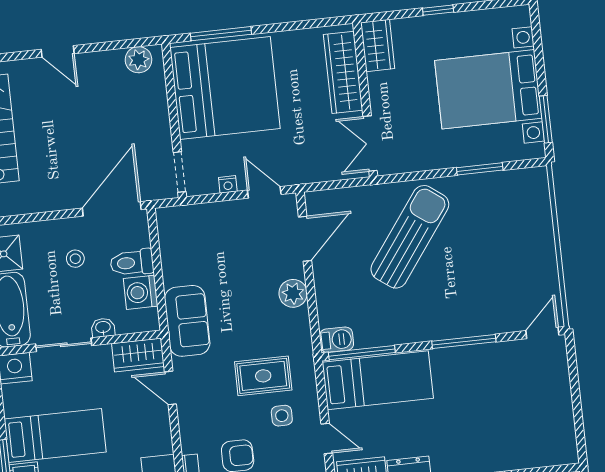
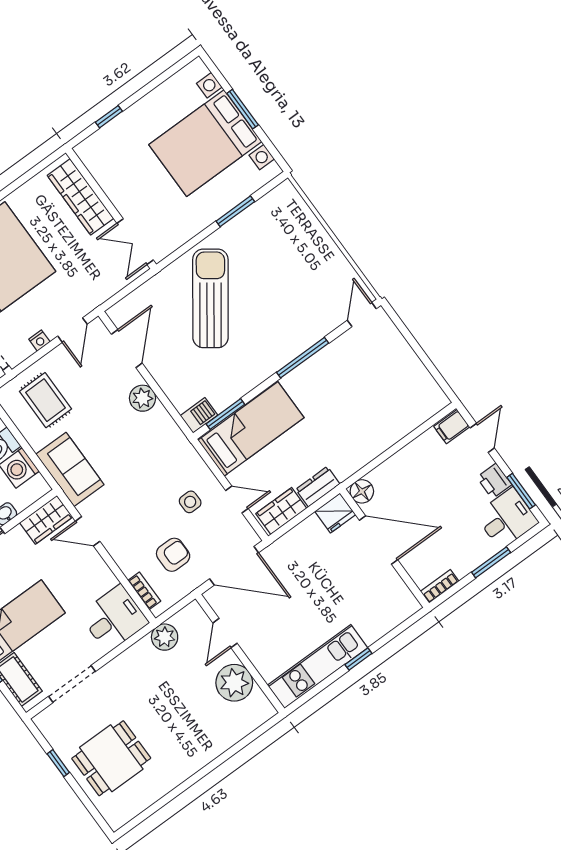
window: (438, 10) -> (109, 117), moved
wardrobe: (378, 45) -> (96, 159), removed
window: (546, 119) -> (243, 109), moved
door: (264, 192) -> (72, 330), swing flipped
window: (362, 353) -> (225, 414), width x0.69
rug: (263, 376) -> (45, 400), moved, turned 90

